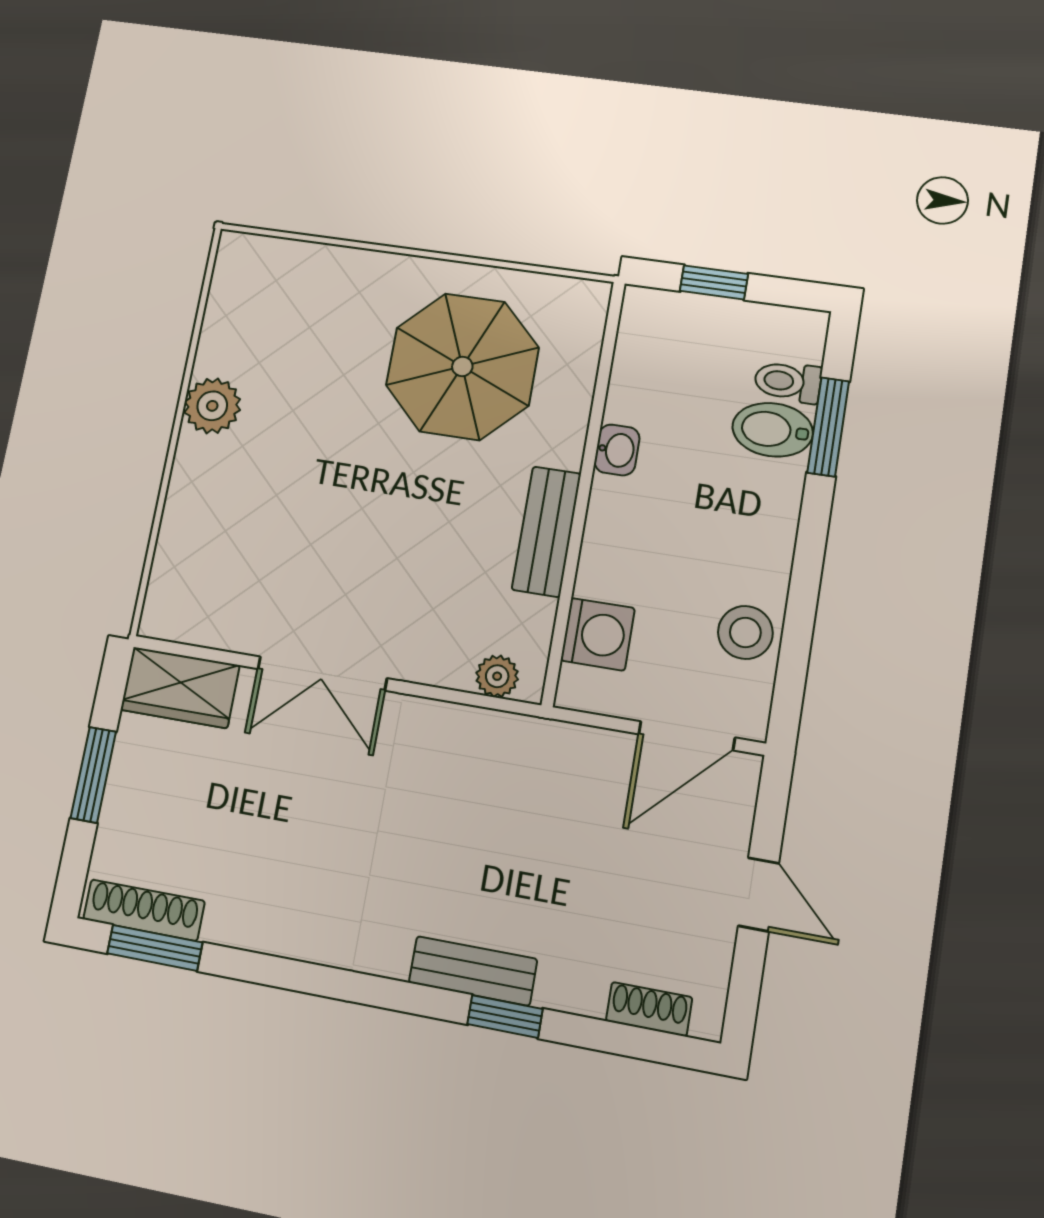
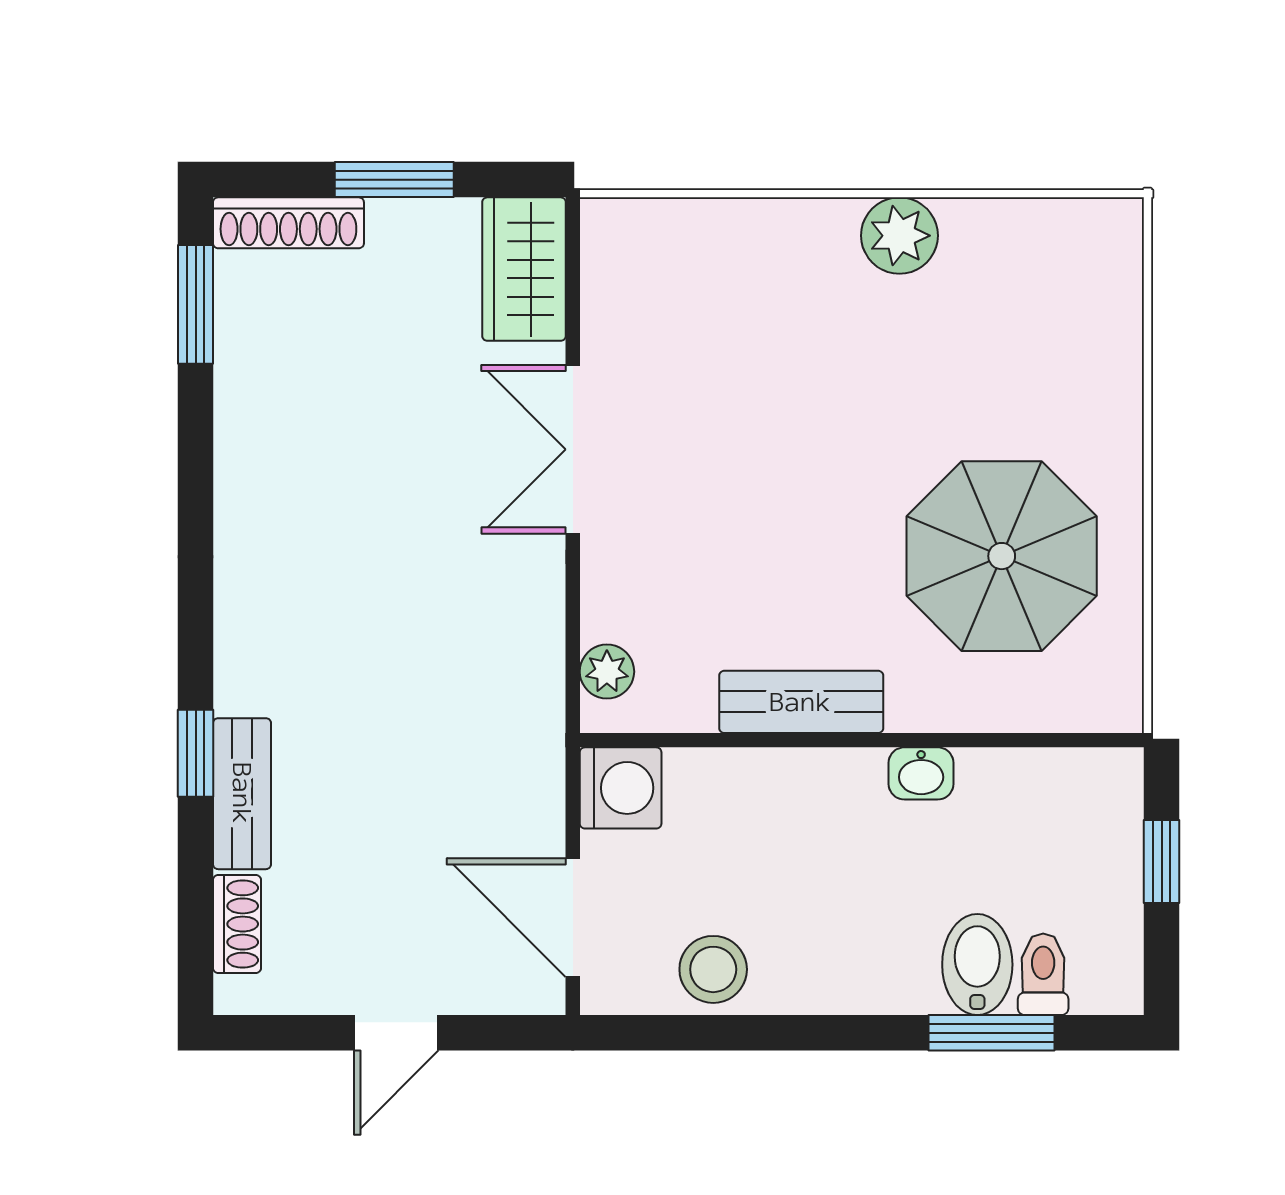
washing machine: (598, 634) -> (621, 788), moved, turned -90
shoe rack: (144, 910) -> (288, 223), moved, turned 90
bench: (473, 971) -> (242, 794), moved

